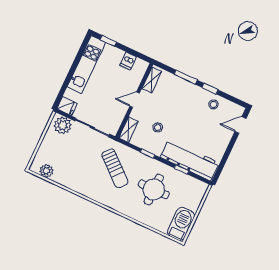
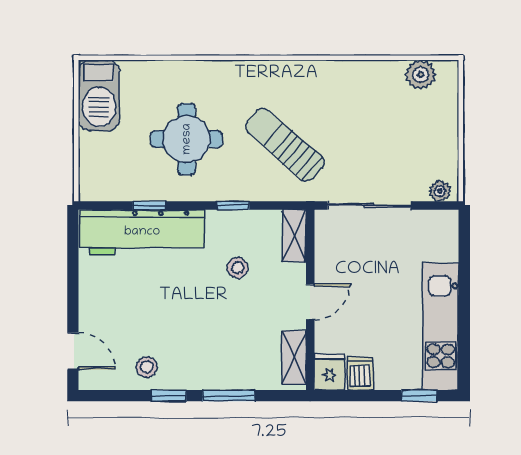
fridge: (67, 106) -> (330, 372), moved, turned 90
plant: (63, 125) -> (440, 191), width x0.53, depth x0.53
door: (240, 125) -> (73, 351), hinge flipped

